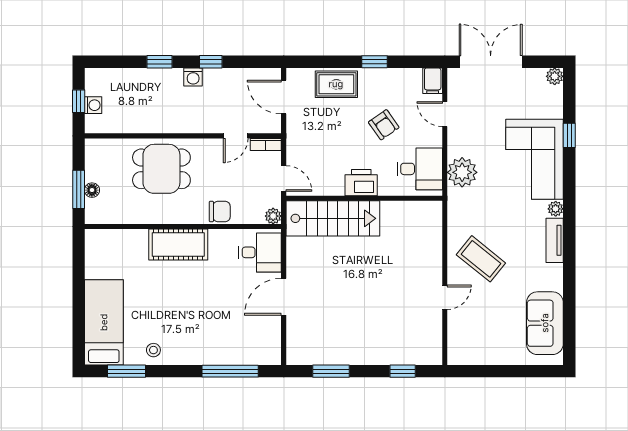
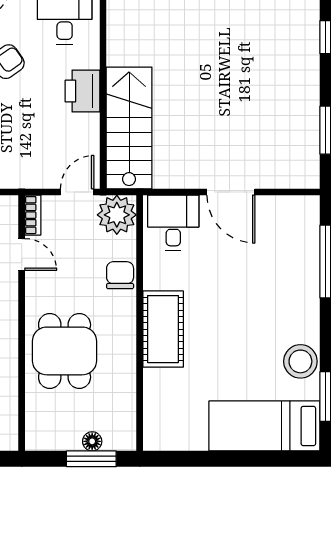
plant: (273, 216) -> (117, 215), width x1.88, depth x1.88
stool: (153, 350) -> (300, 361), width x1.89, depth x1.89

